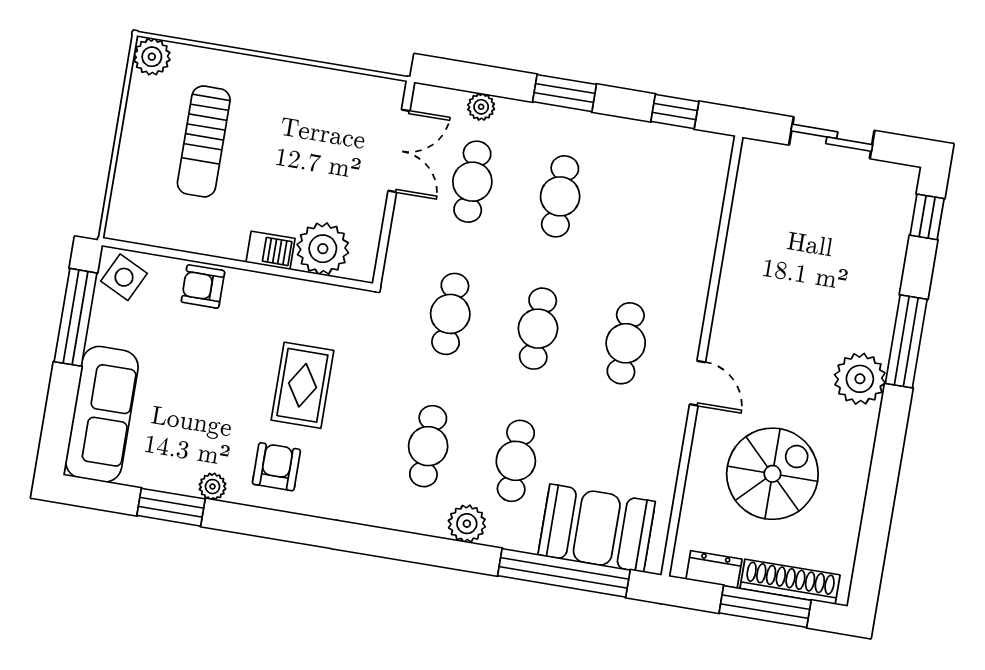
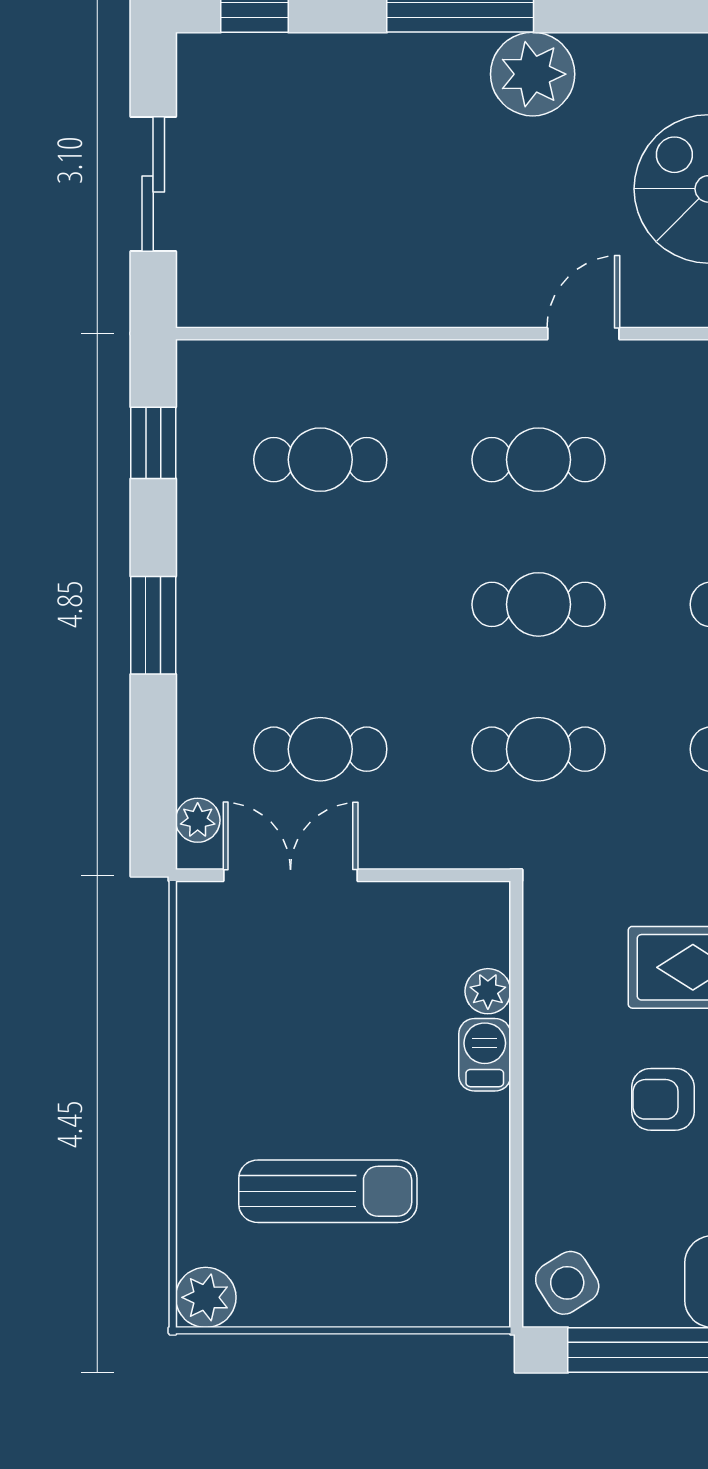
plant: (481, 107) -> (198, 820), moved
cafe table: (560, 196) -> (320, 460), moved
plant: (323, 249) -> (488, 991), width x0.53, depth x0.53
side table: (124, 277) -> (567, 1283), turned 32
armchair: (203, 286) -> (663, 1099), moved, turned 90

